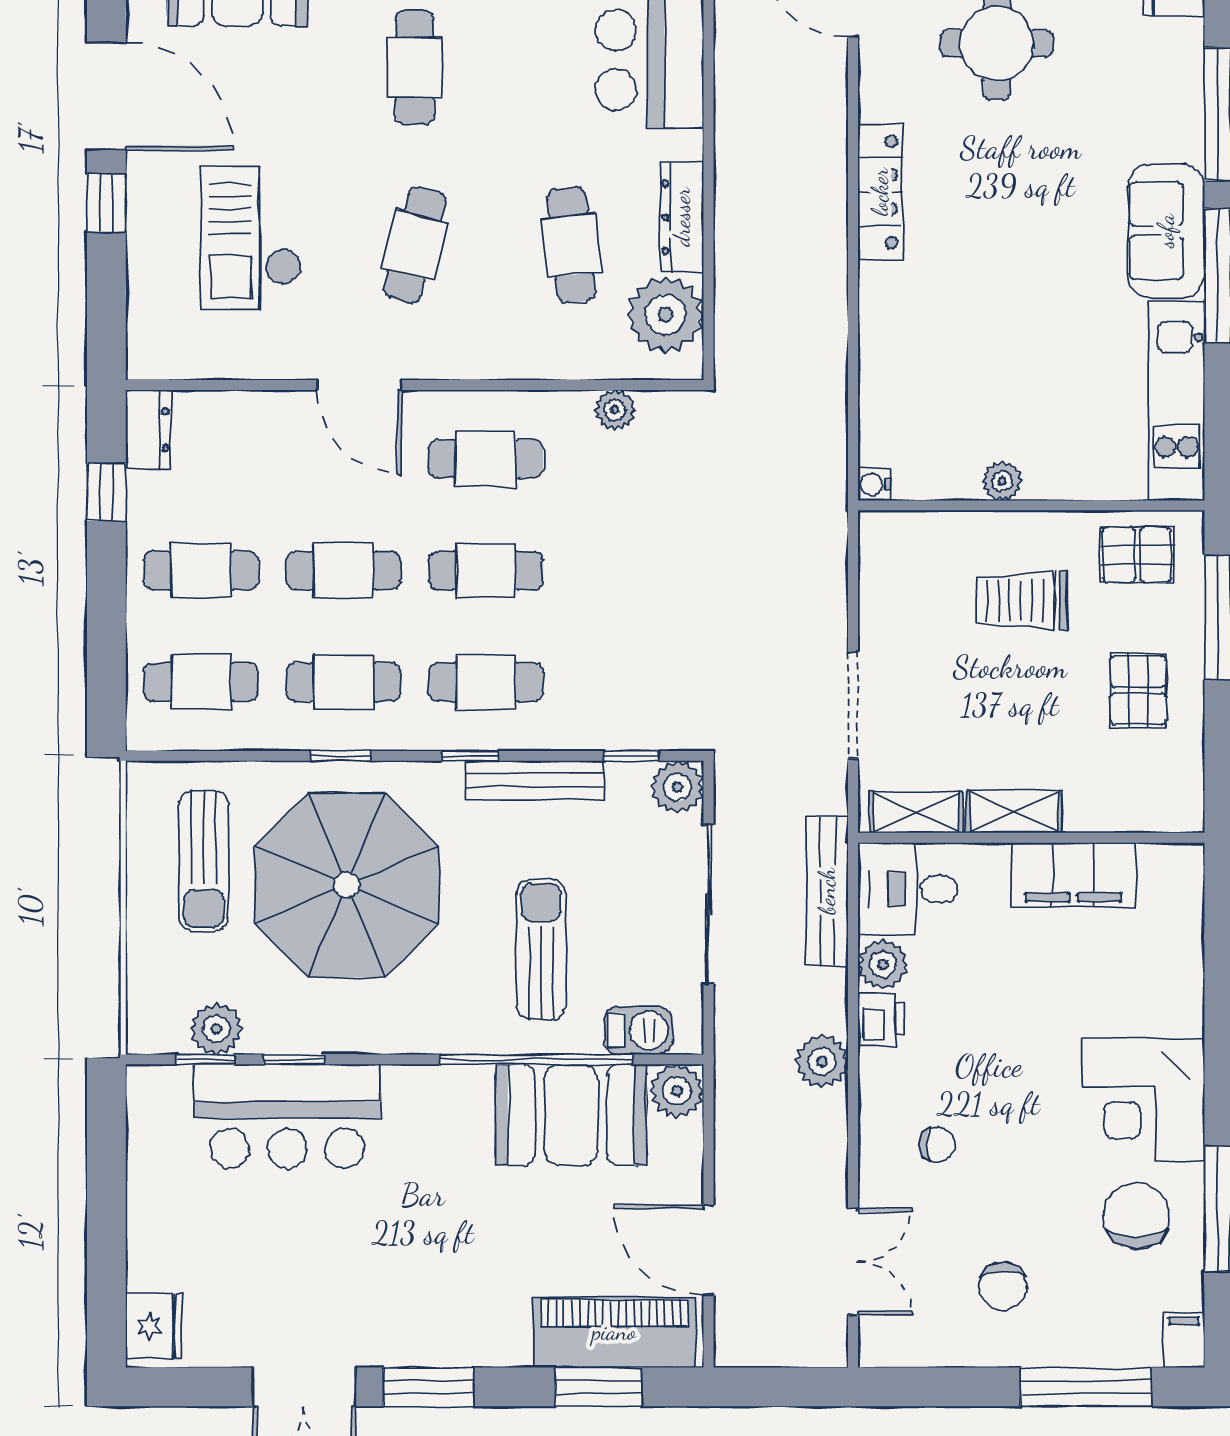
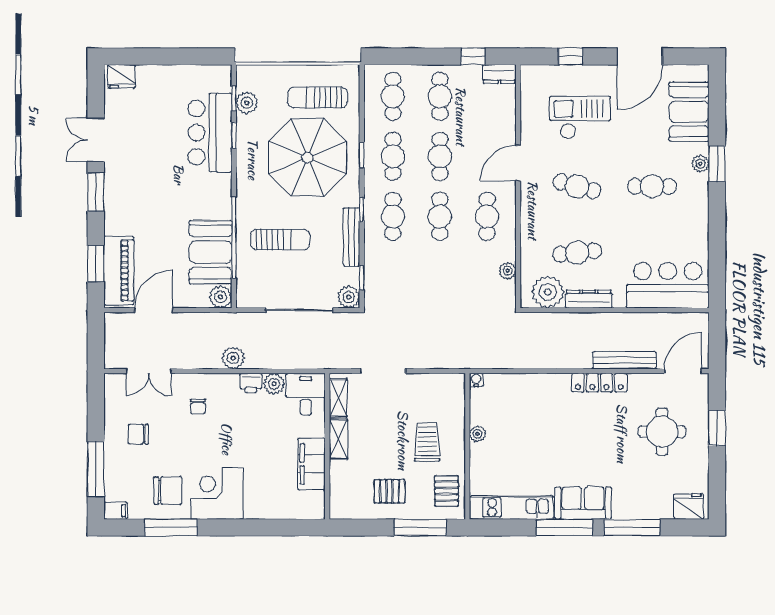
window: (106, 203) -> (571, 56), moved
bench: (827, 891) -> (624, 360), moved
barbecue: (638, 1030) -> (246, 280), removed

